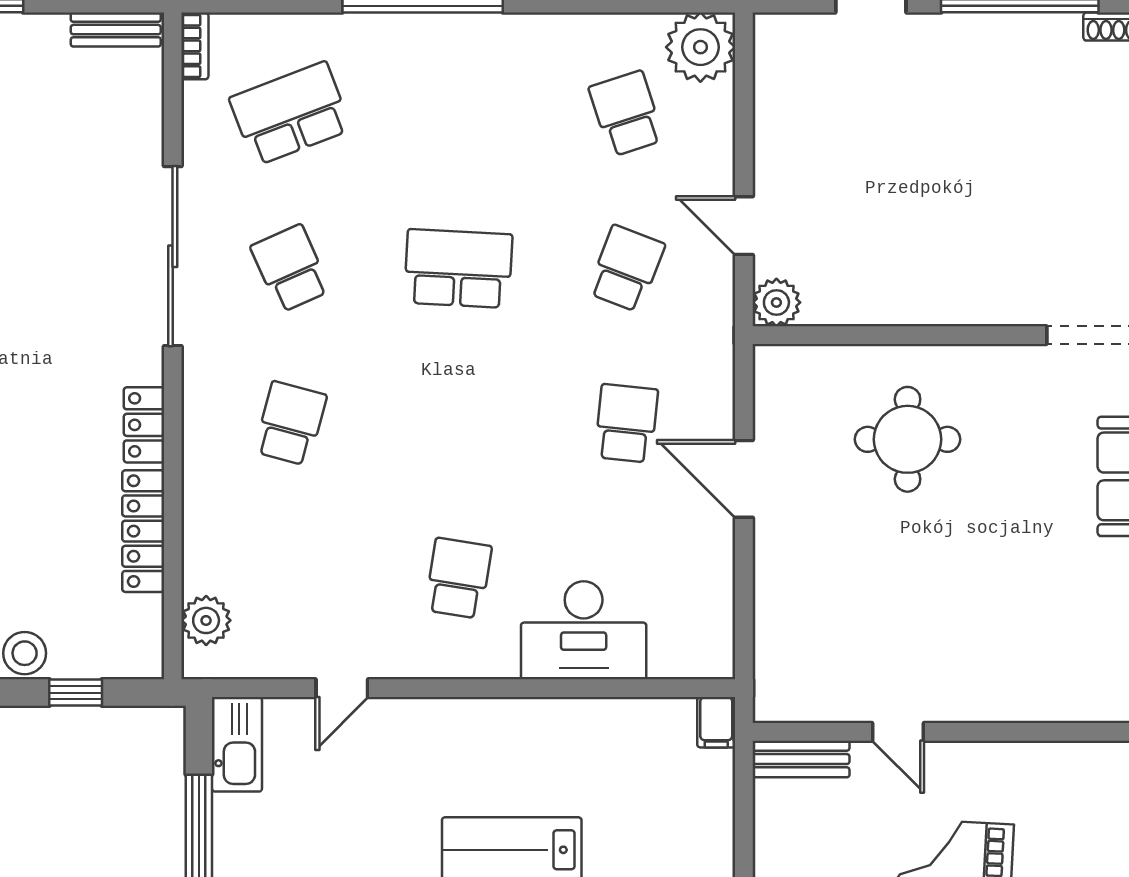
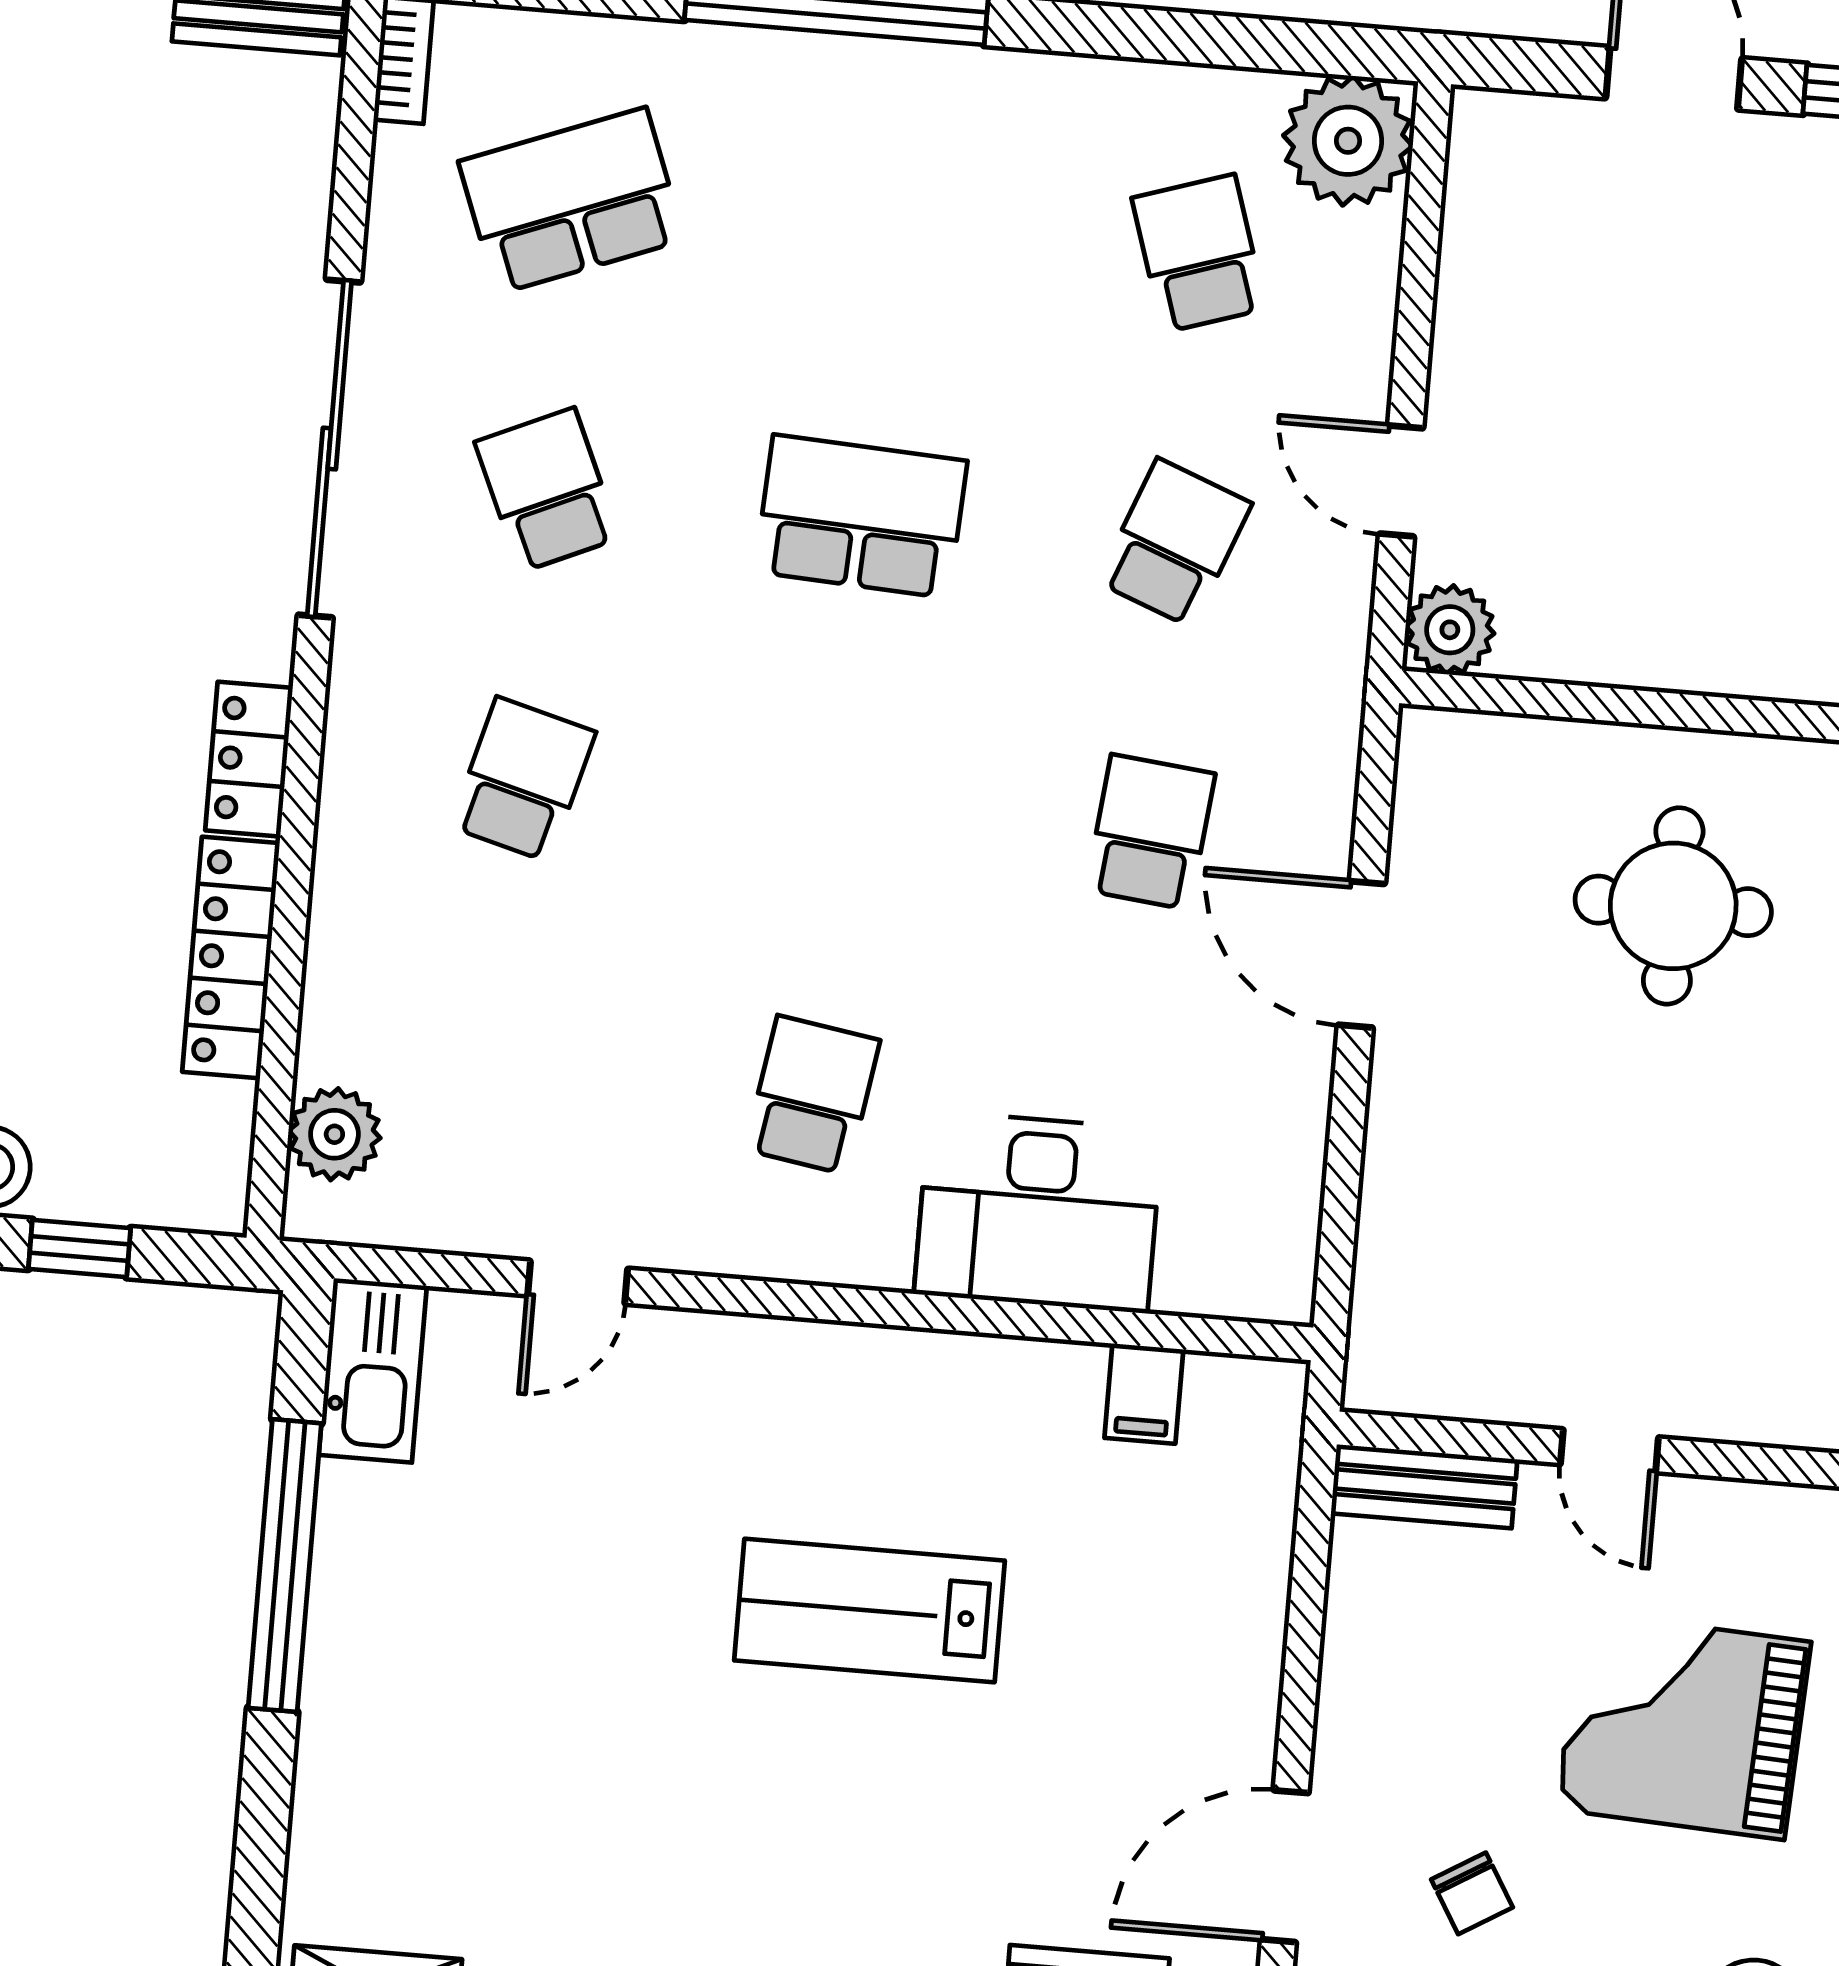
filing cabinet: (716, 722) -> (1144, 1394), moved

